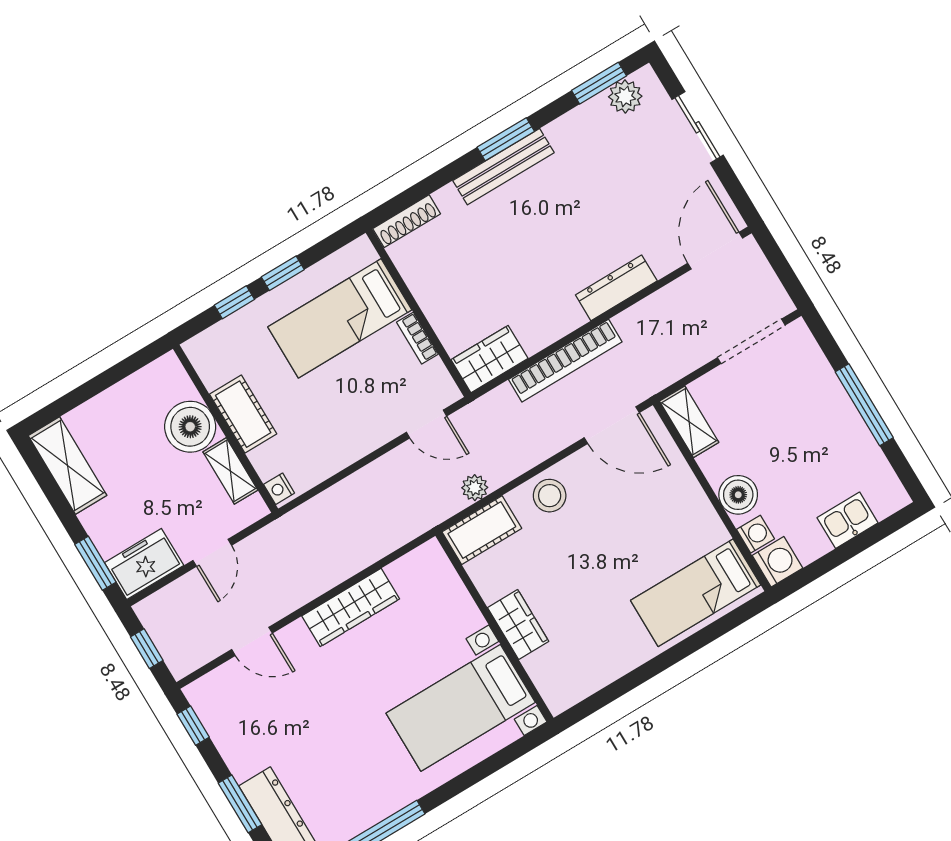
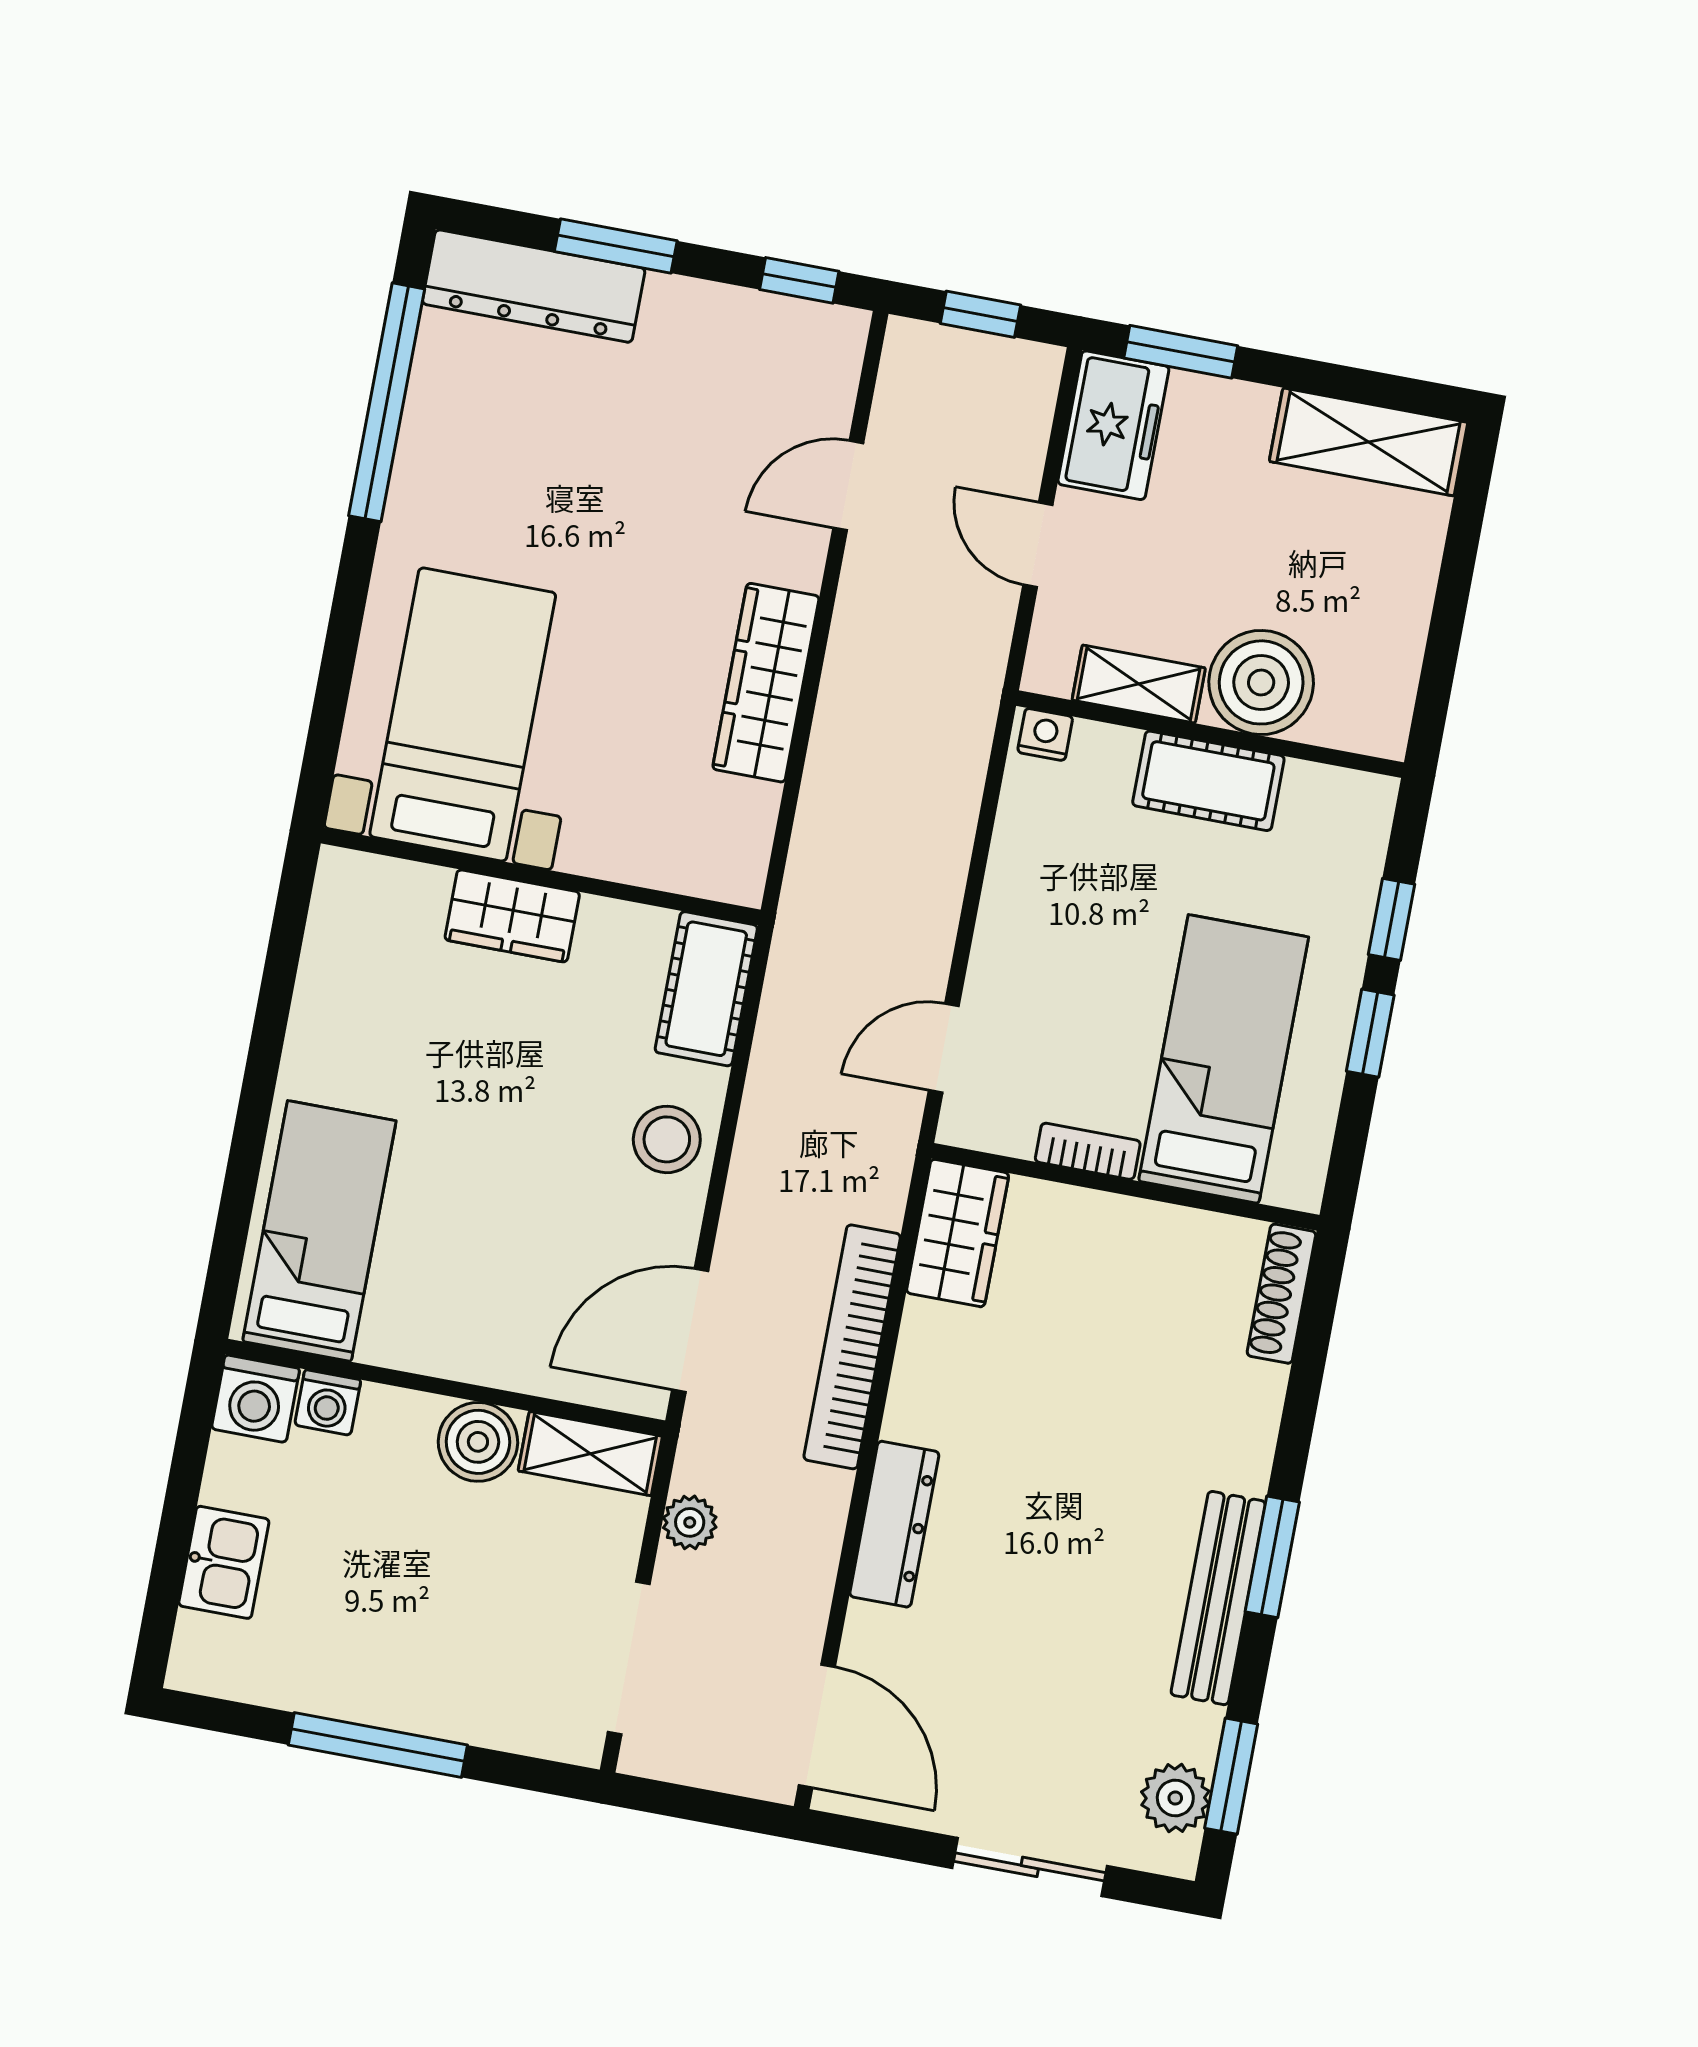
bench: (503, 167) -> (1218, 1598), moved
plant: (475, 488) -> (690, 1522), moved
boiler: (738, 495) -> (478, 1442), moved

